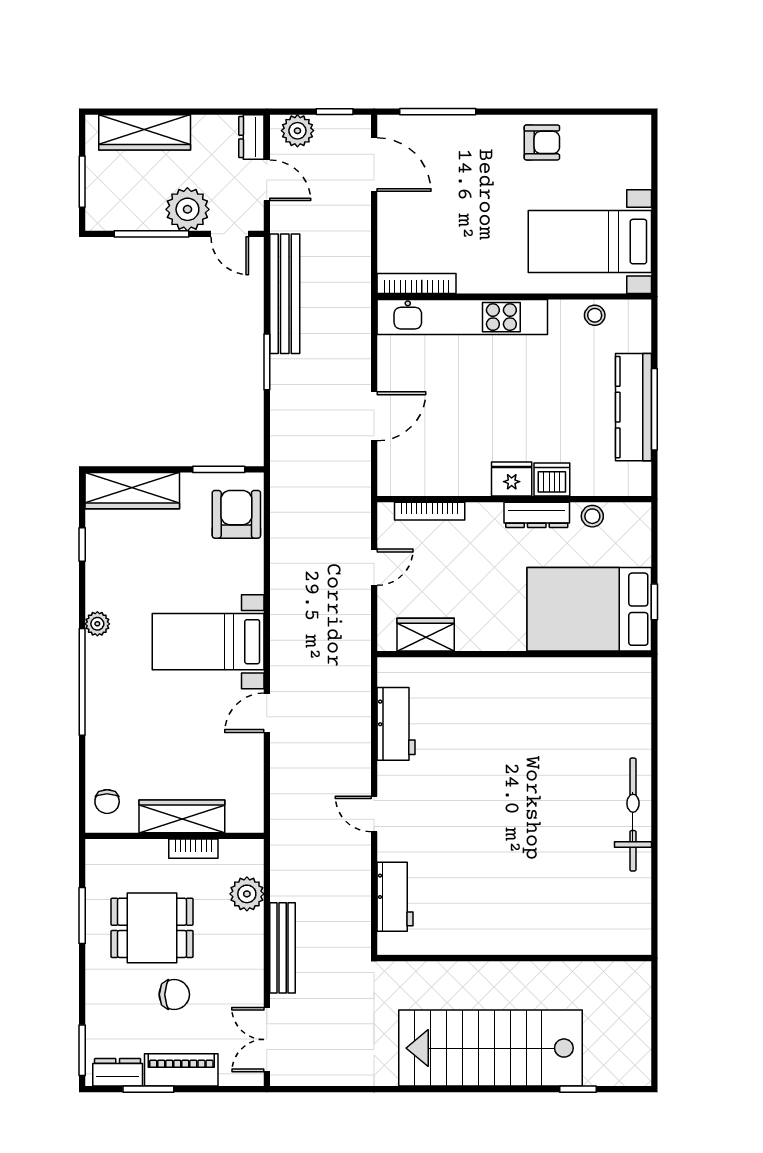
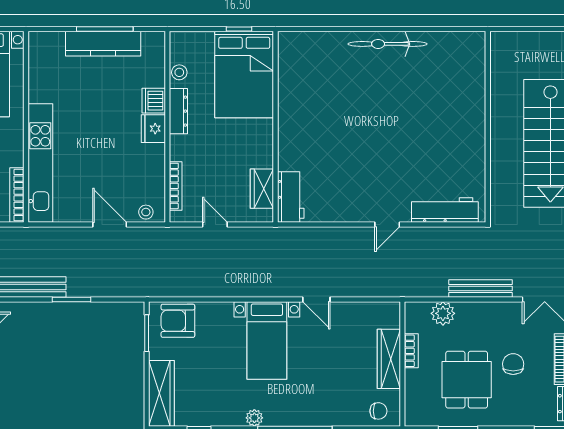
stool: (595, 315) -> (146, 212), moved
workbench: (396, 724) -> (291, 197), moved, turned 90
workbench: (395, 897) -> (445, 210), width x1.38

